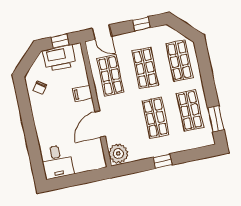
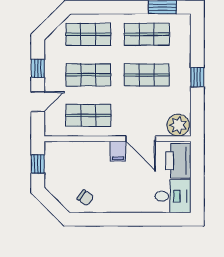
door: (102, 32) -> (38, 102), moved
printer: (59, 58) -> (178, 161), moved, turned 180
filing cabinet: (83, 93) -> (118, 151), moved

